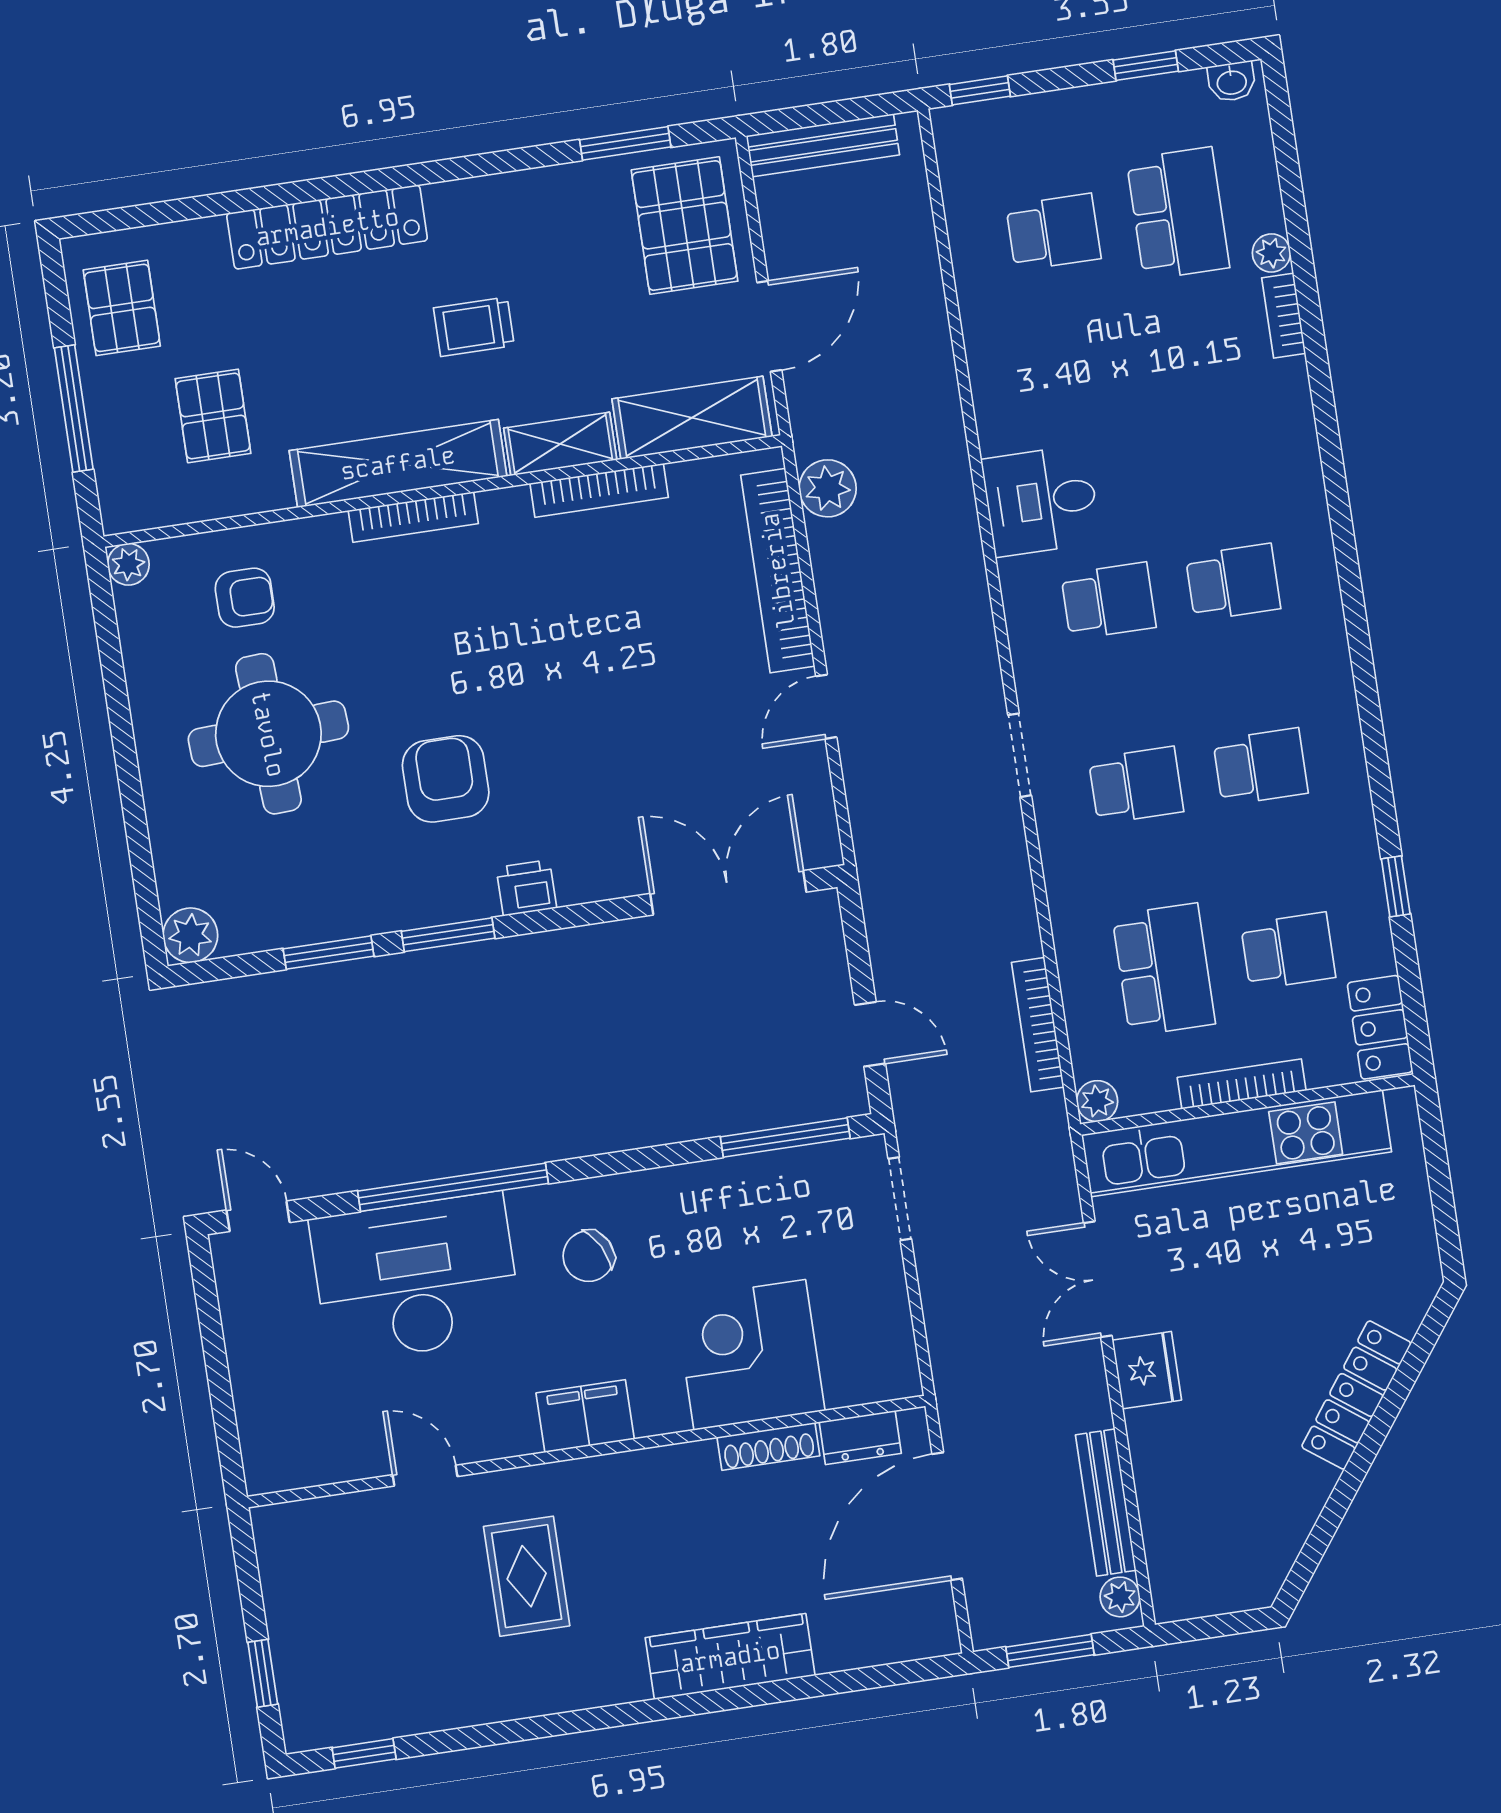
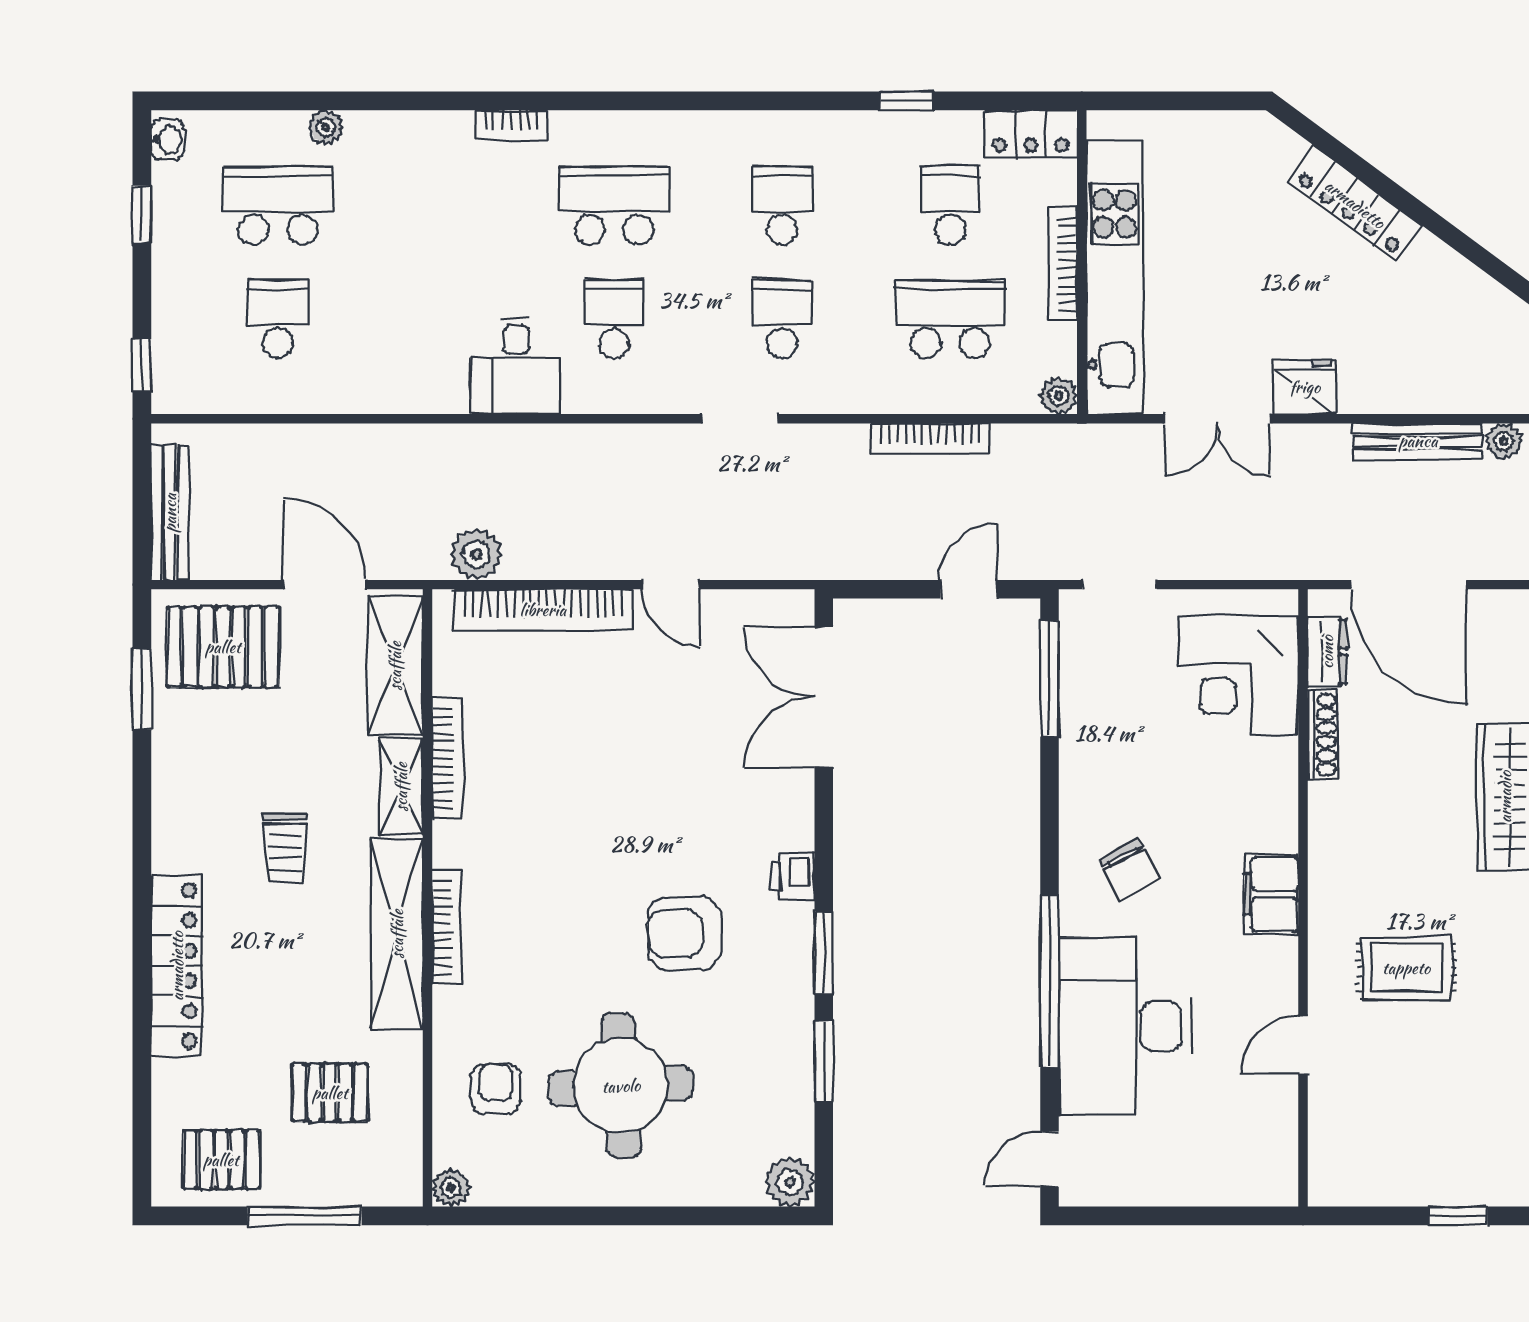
bookcase: (1284, 316) -> (511, 125), moved
school desk: (1233, 582) -> (614, 205), width x1.85
bookcase: (1038, 1025) -> (930, 438), moved
corner desk: (750, 1355) -> (1239, 676), moved

